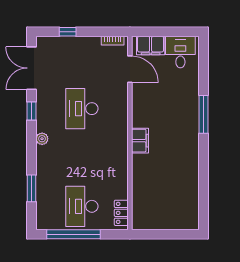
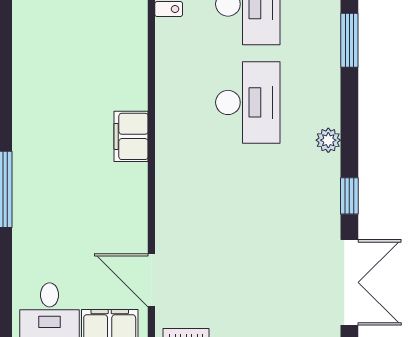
desk: (82, 109) -> (248, 102), moved

